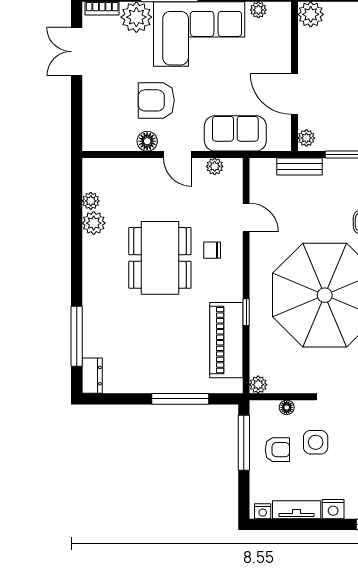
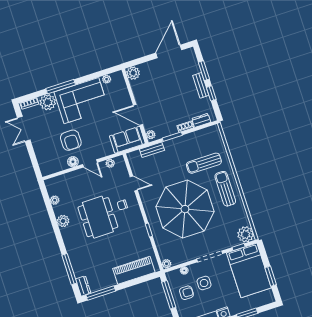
armchair: (156, 100) -> (71, 140), turned -90
sofa: (235, 133) -> (127, 140), moved
plant: (94, 223) -> (63, 221), moved
piano: (226, 340) -> (134, 270), moved, turned 90
window: (180, 399) -> (101, 293), moved

